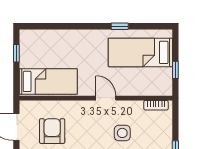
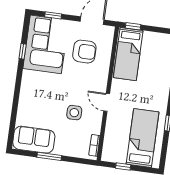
window: (16, 53) -> (133, 26), moved
door: (106, 98) -> (107, 102), swing flipped

